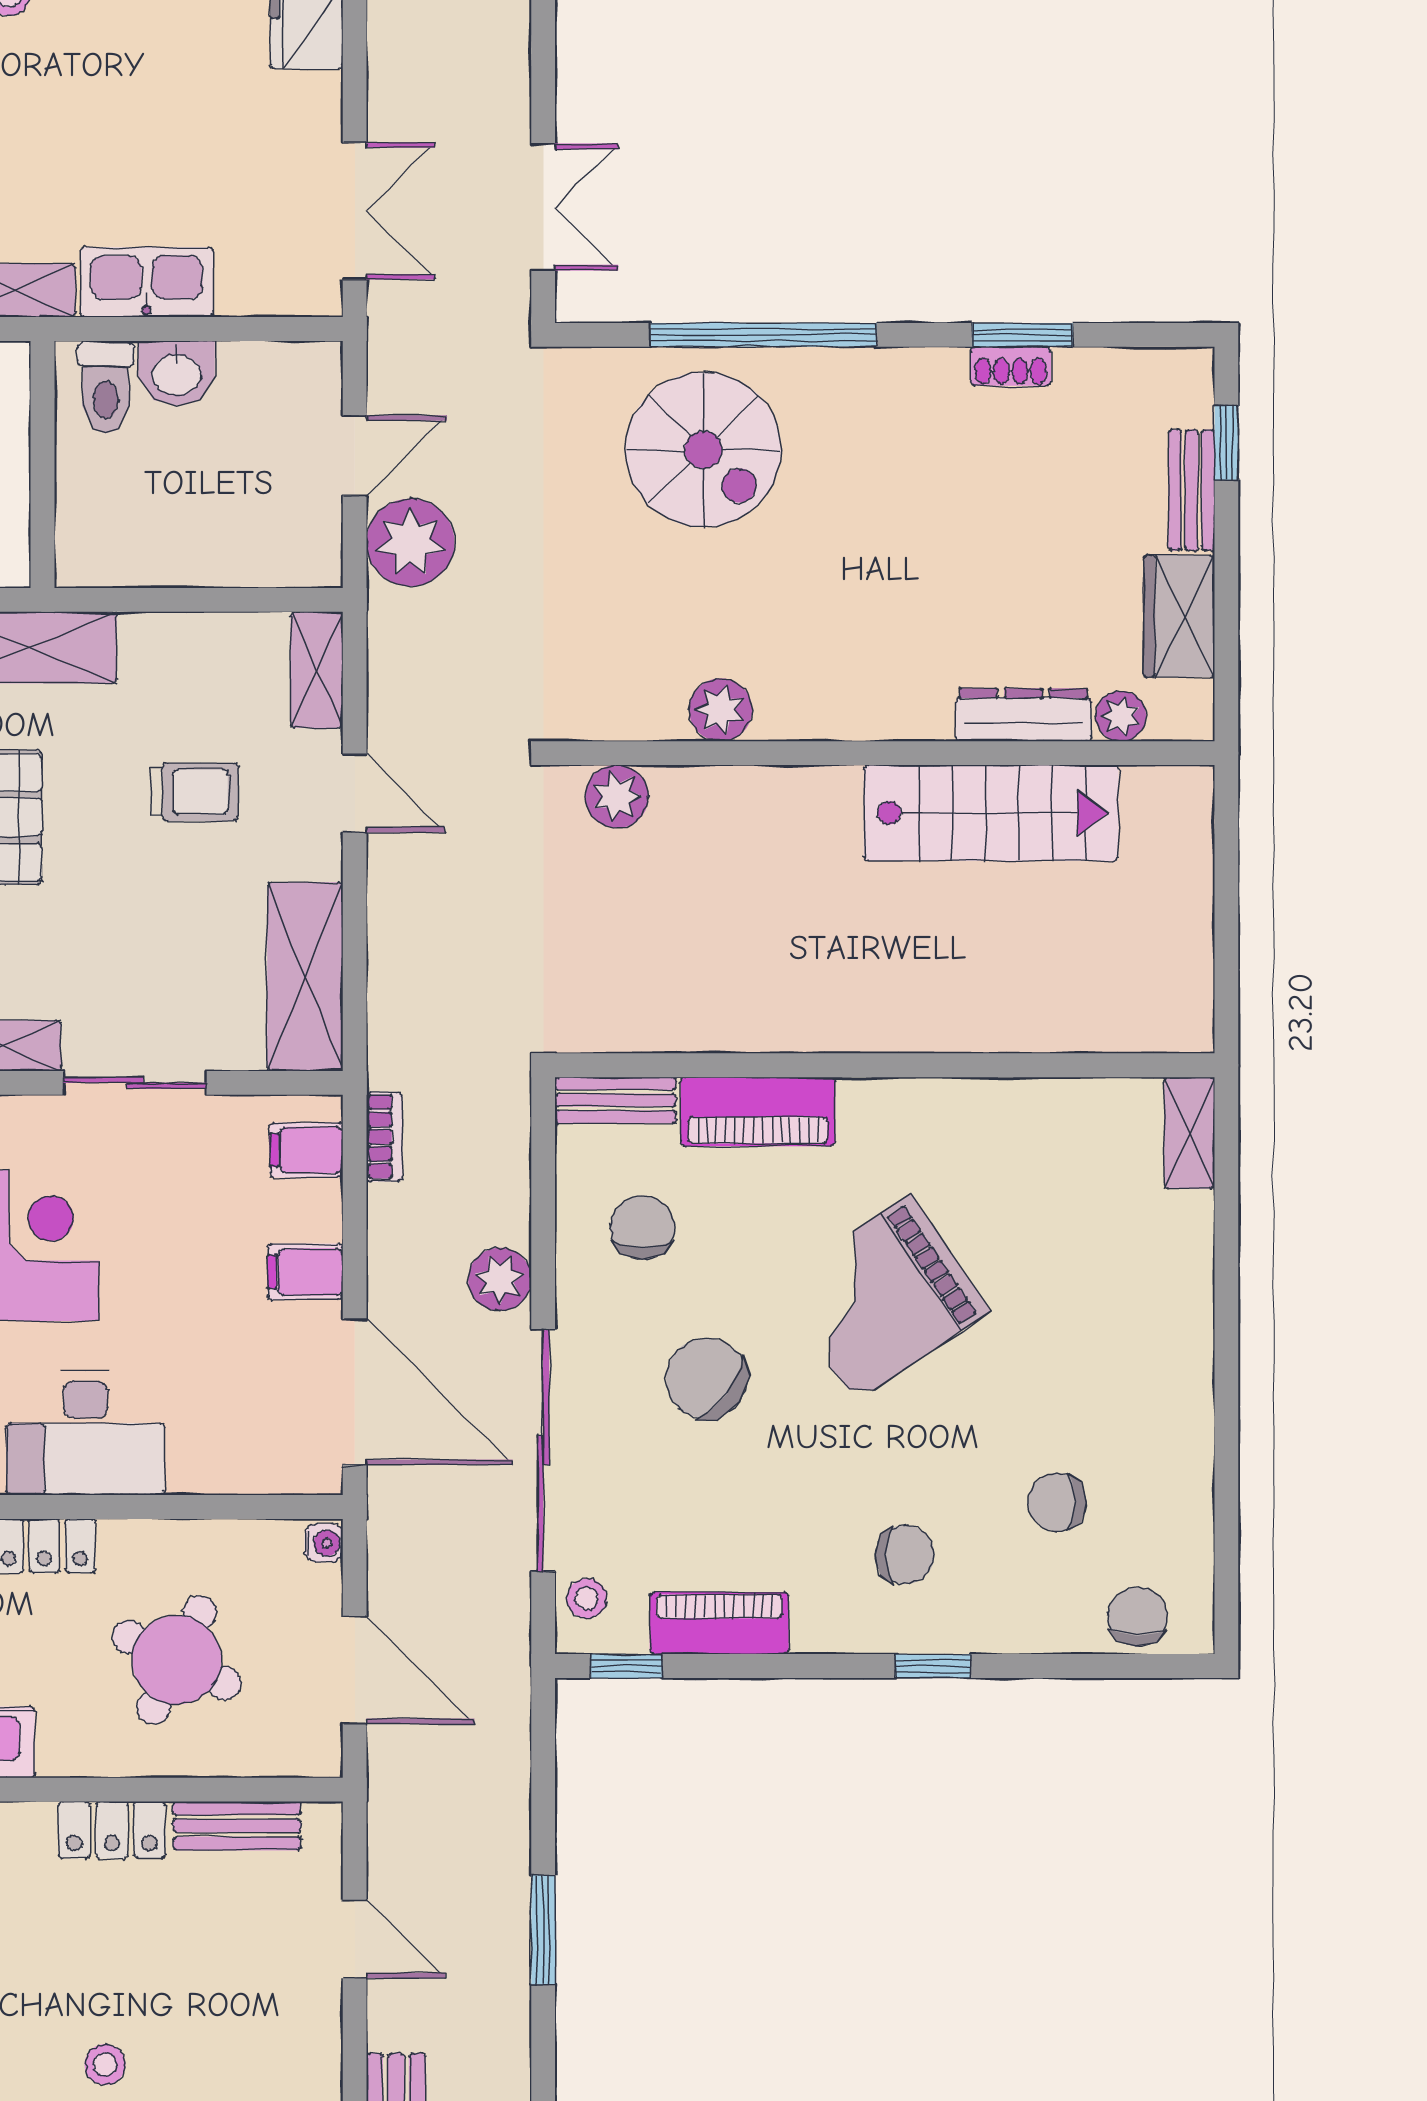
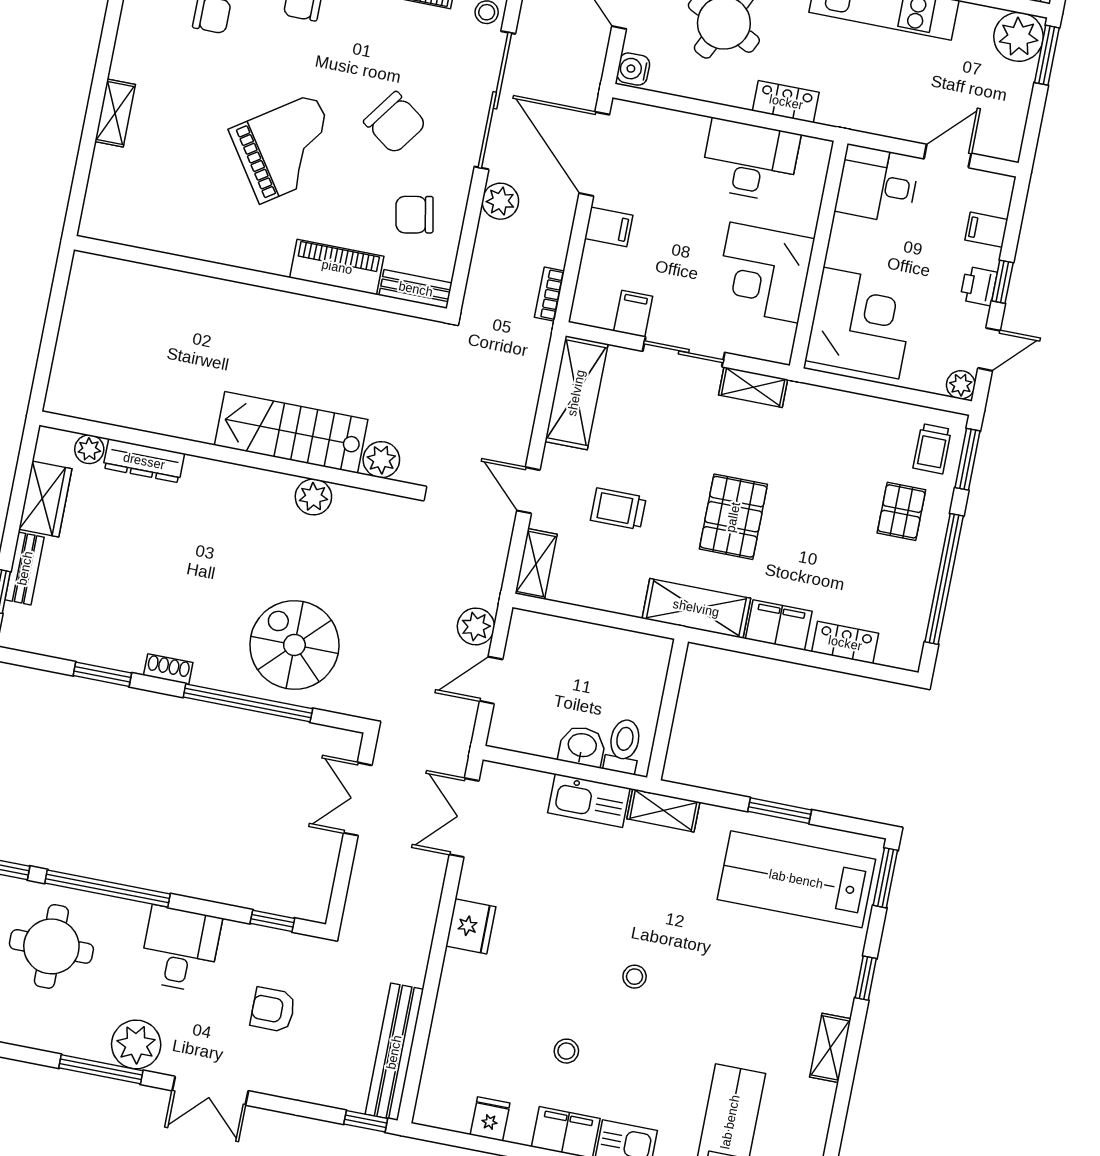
shoe rack: (1011, 366) -> (168, 669), moved
plant: (410, 542) -> (476, 626), width x0.73, depth x0.73
stairs: (991, 813) -> (291, 432), moved
shelving: (1189, 1133) -> (115, 113), moved
filing cabinet: (306, 1150) -> (633, 314), moved, turned -90
chair: (642, 1227) -> (414, 215), turned 79
water cooler: (324, 1543) -> (633, 69), width x1.38, depth x1.38

